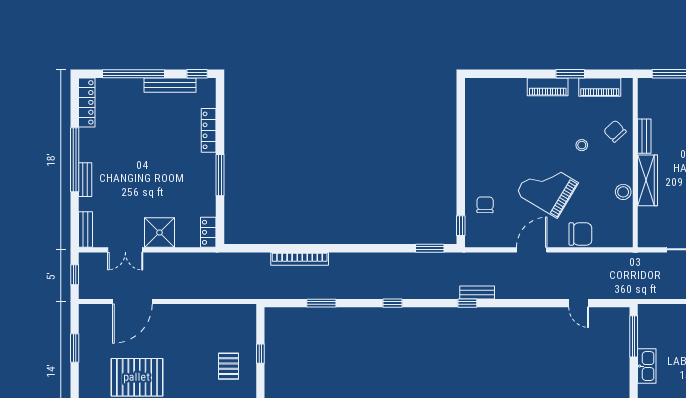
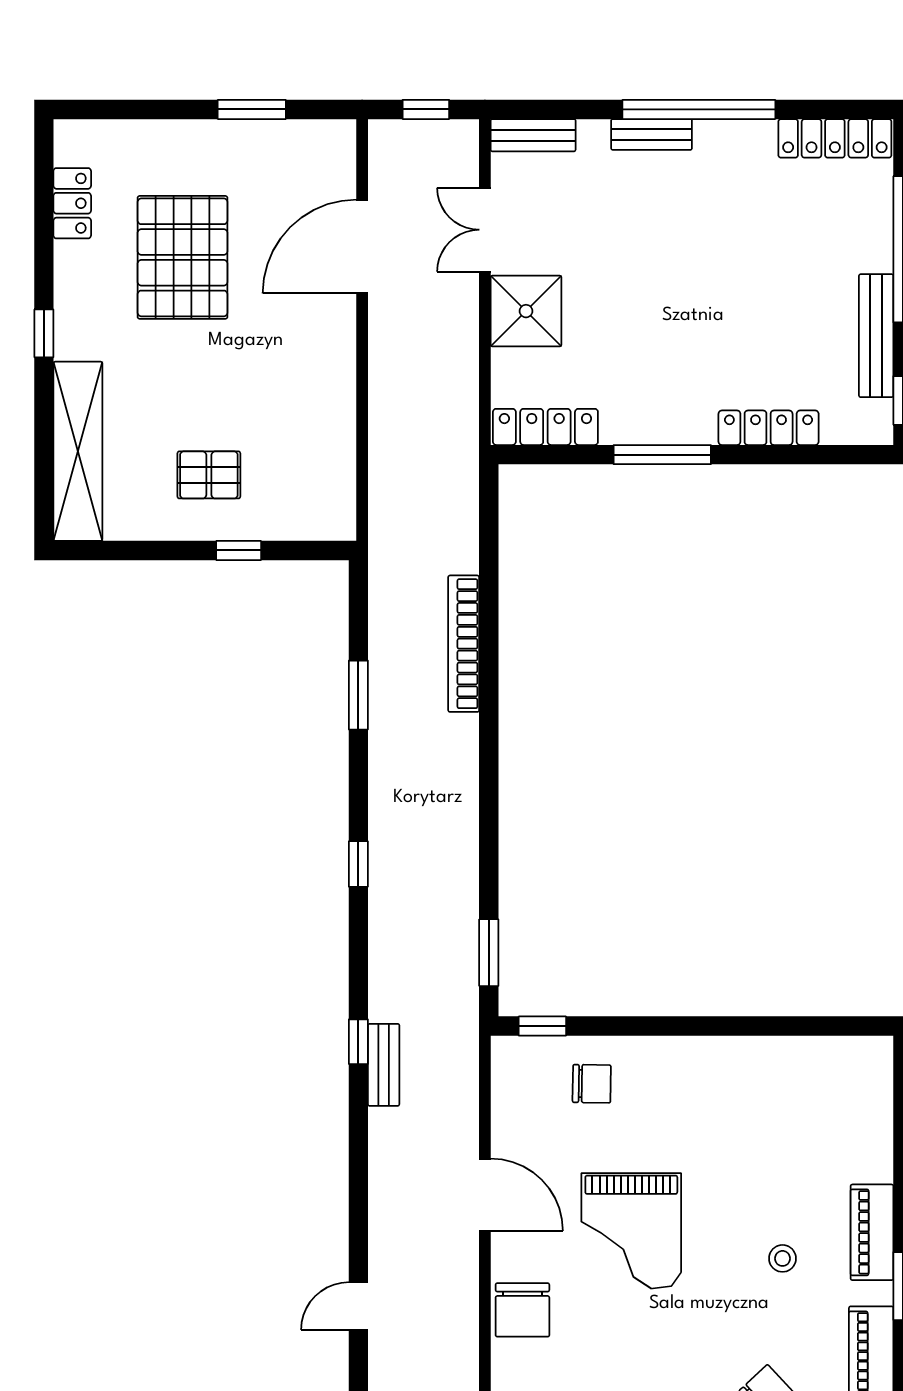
stool: (582, 145) -> (782, 1258), moved
grand piano: (547, 188) -> (631, 1231), turned 149
locker: (208, 232) -> (545, 427), width x1.53
door: (132, 302) -> (362, 247), hinge flipped

